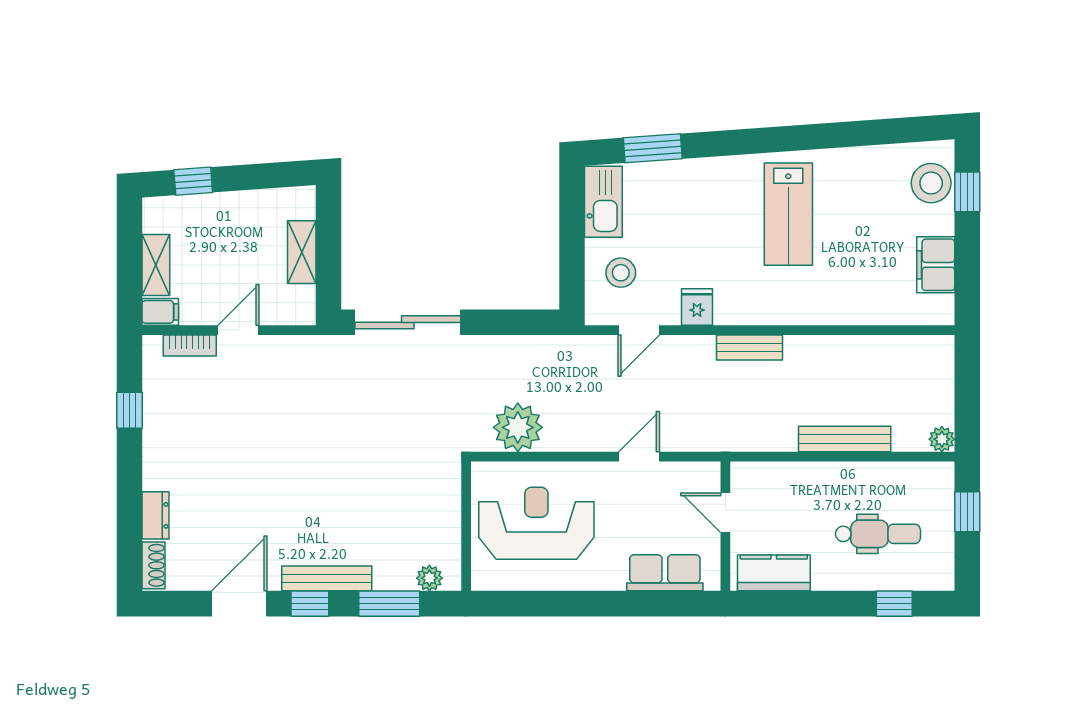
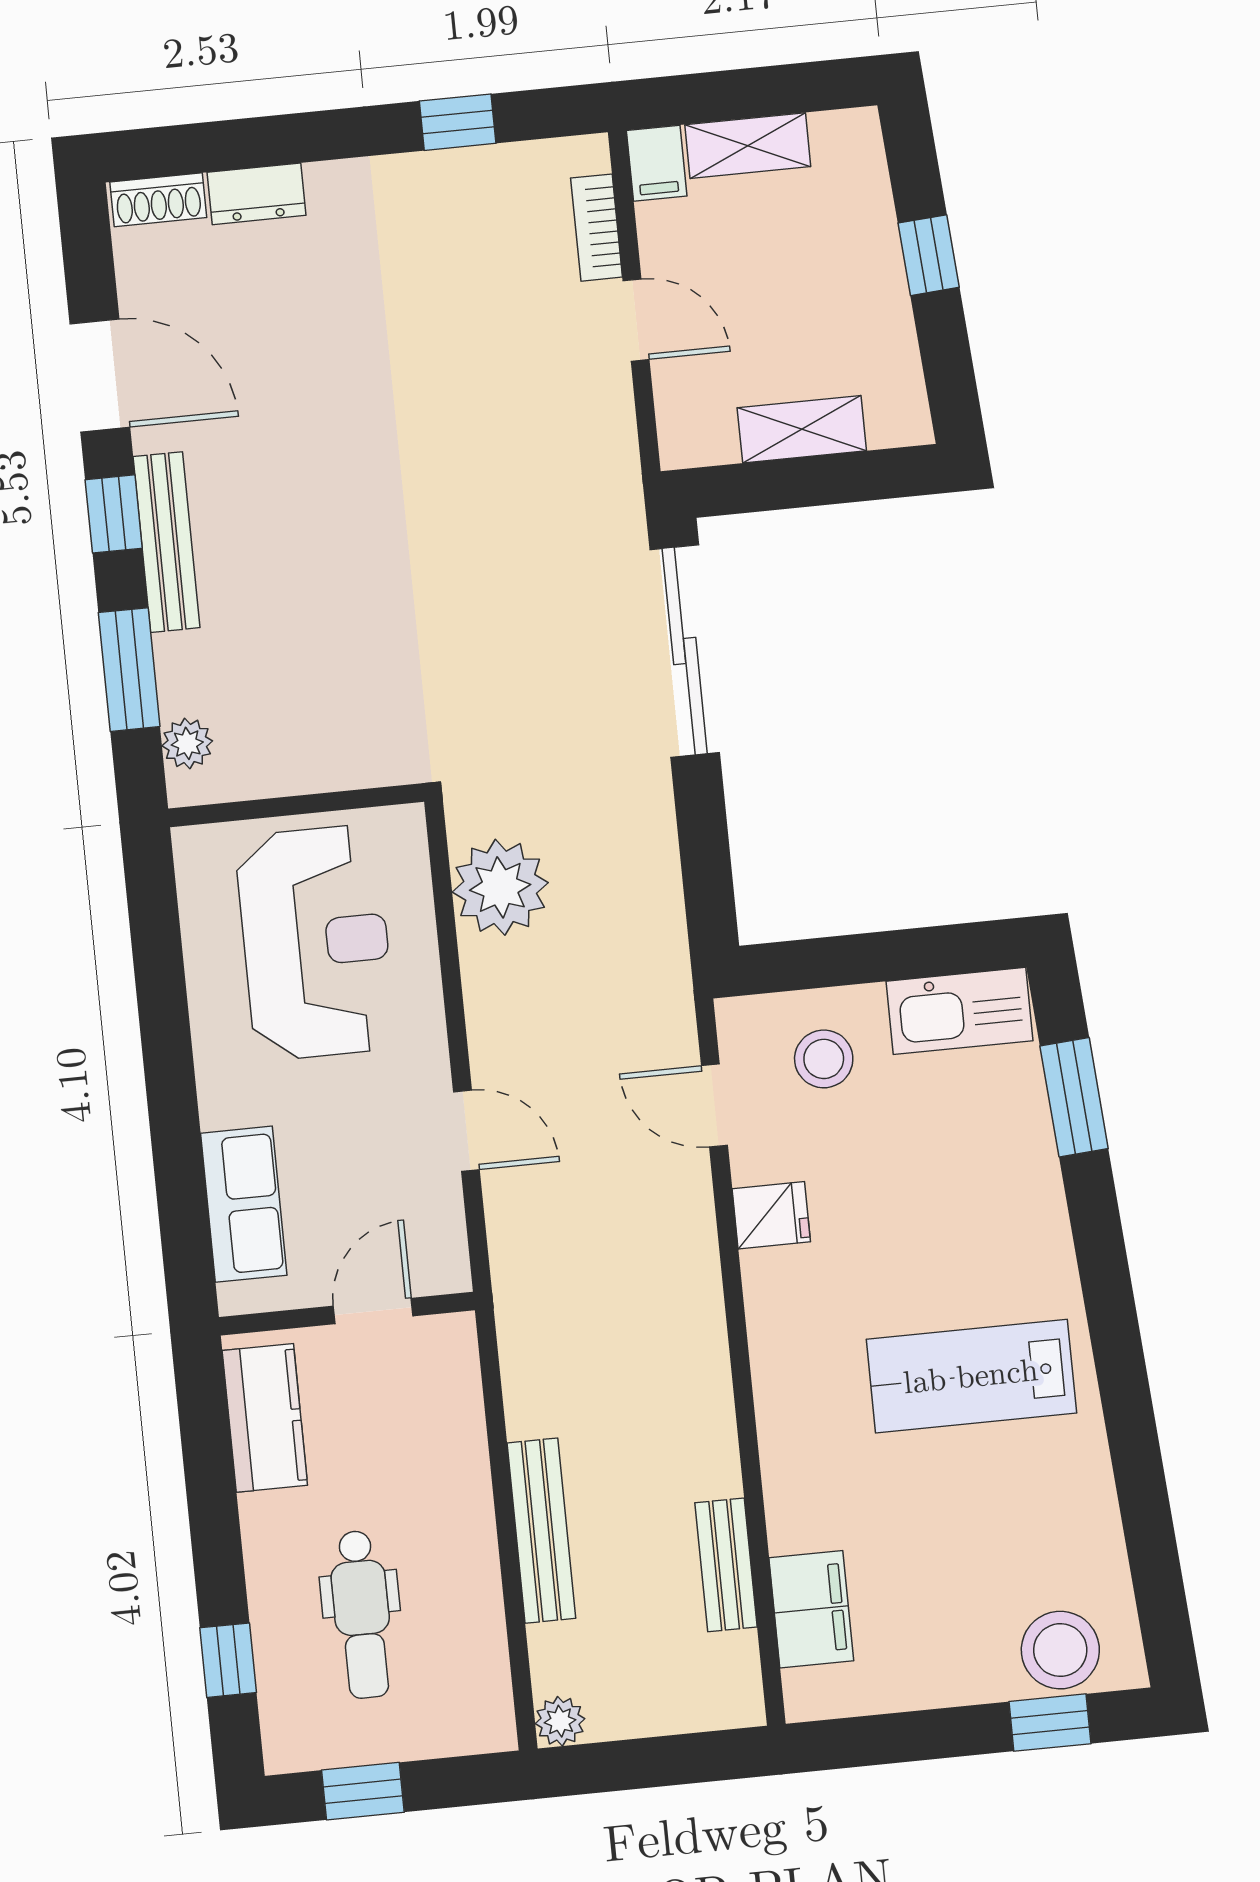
window: (193, 181) -> (929, 255), moved
filing cabinet: (936, 265) -> (811, 1609), moved, turned 90
bench: (750, 348) -> (726, 1565), moved
window: (967, 512) -> (363, 1791), moved

